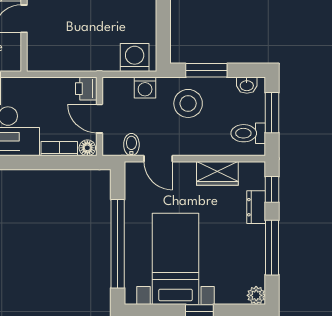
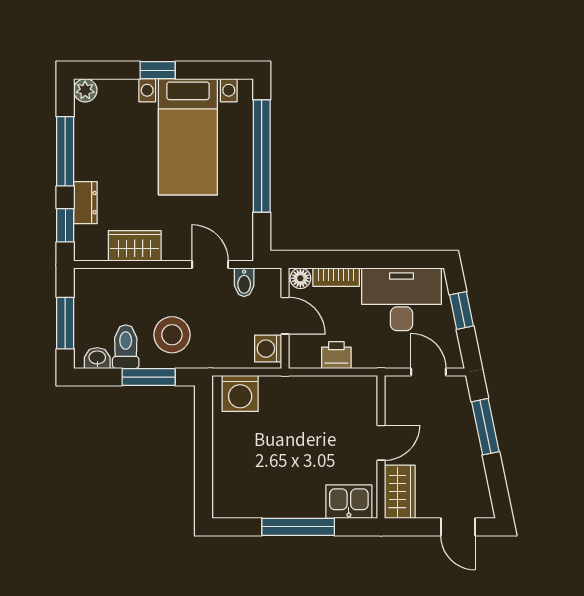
washing machine: (145, 88) -> (268, 349), moved, turned -90
printer: (86, 89) -> (336, 355), moved, turned -90
toilet: (248, 133) -> (126, 347), moved, turned -90

